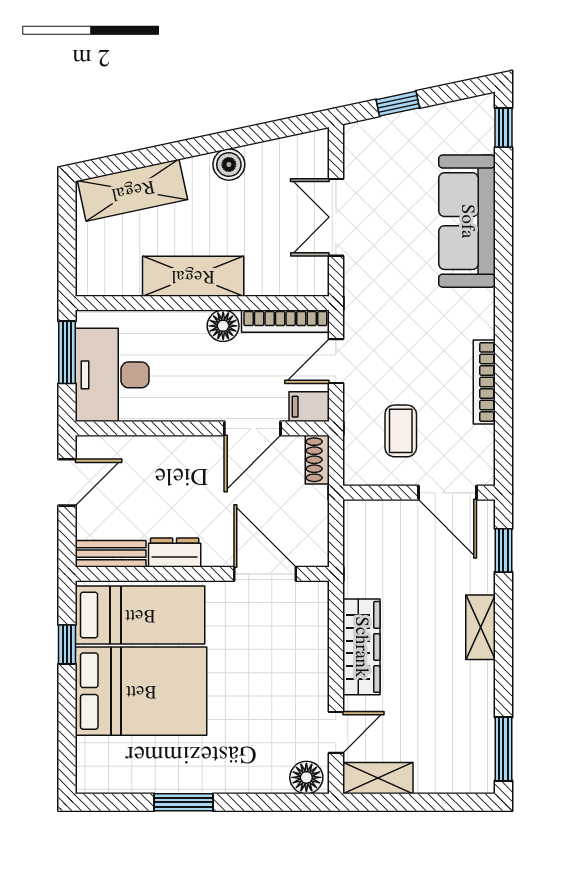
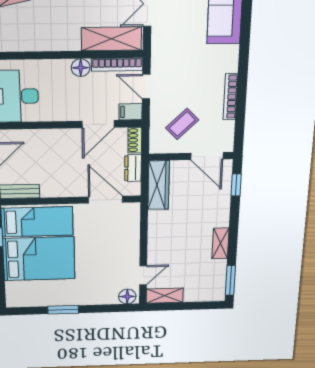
shelving: (193, 276) -> (111, 39), moved
door: (336, 361) -> (146, 87), hinge flipped
coffee table: (401, 431) -> (182, 124), turned 46
dresser: (175, 553) -> (133, 168), moved, turned -90
shelving: (480, 627) -> (220, 243), moved
wardrobe: (361, 647) -> (159, 185), moved

